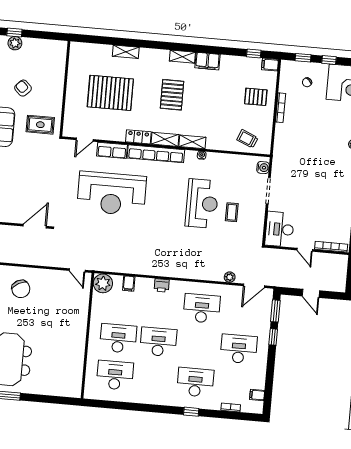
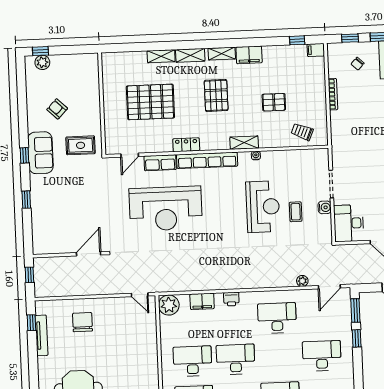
pallet: (256, 97) -> (274, 102), moved
shelving: (165, 139) -> (190, 55), moved
water cooler: (263, 168) -> (325, 207), moved
filing cabinet: (129, 283) -> (202, 301), width x2.00
chair: (21, 289) -> (82, 322), turned -151

